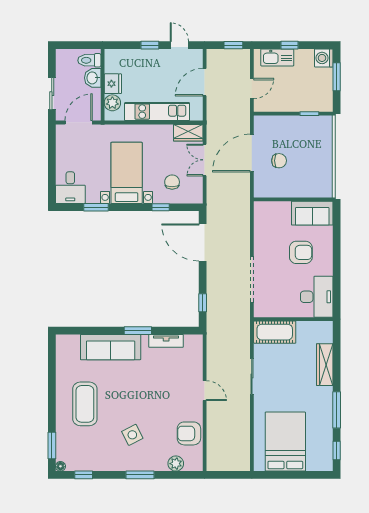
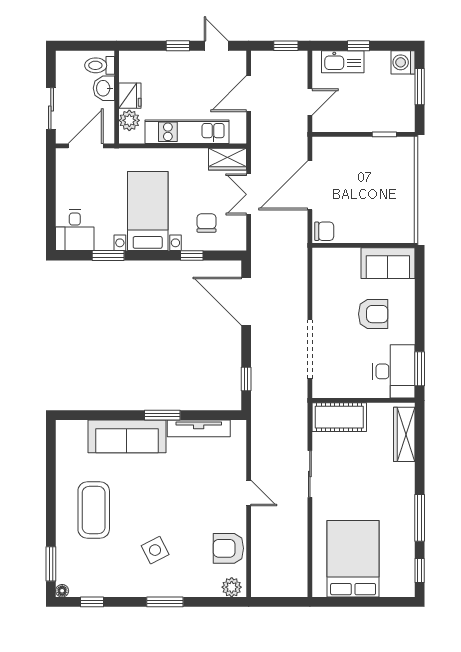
chair: (279, 161) -> (324, 231), moved
window: (337, 295) -> (420, 369), added
tv unit: (166, 341) -> (199, 428), width x1.41
wardrobe: (325, 365) -> (404, 434), moved
plant: (176, 464) -> (232, 587), moved

